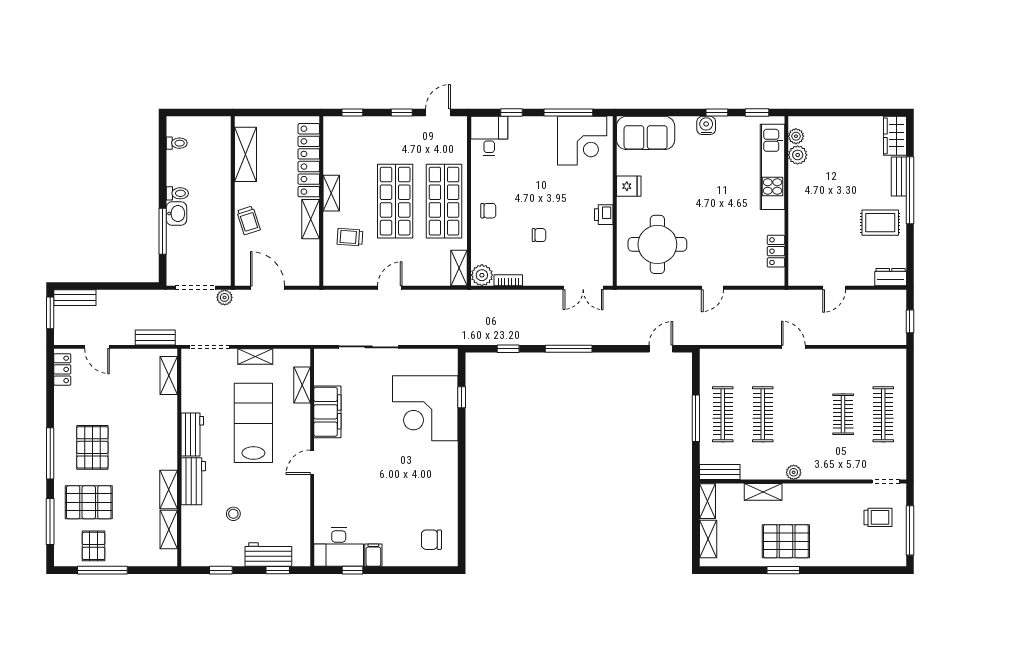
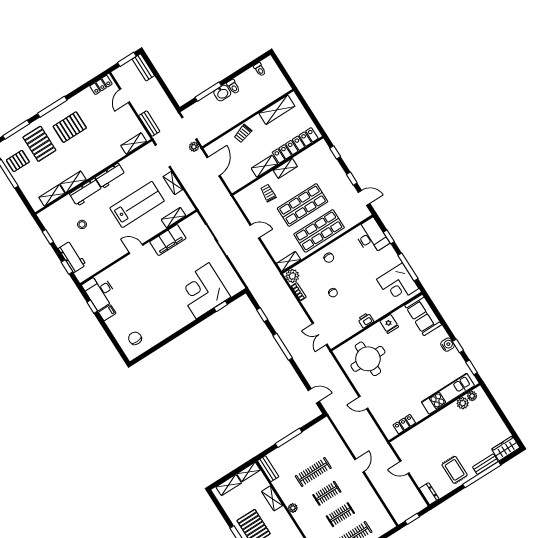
desk: (489, 136) -> (371, 237), width x1.37
clothes rail: (723, 414) -> (327, 493), moved, width x0.73

